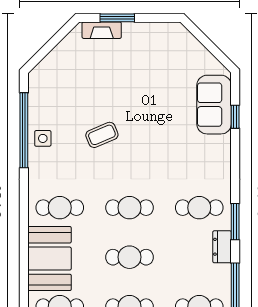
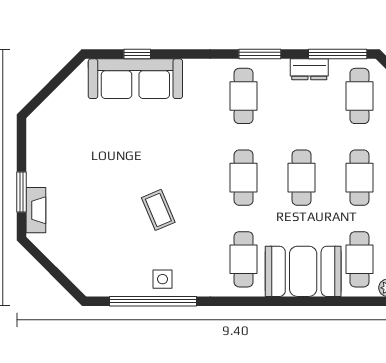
sofa: (214, 105) -> (135, 79), width x1.36
dresser: (222, 247) -> (309, 69), moved

